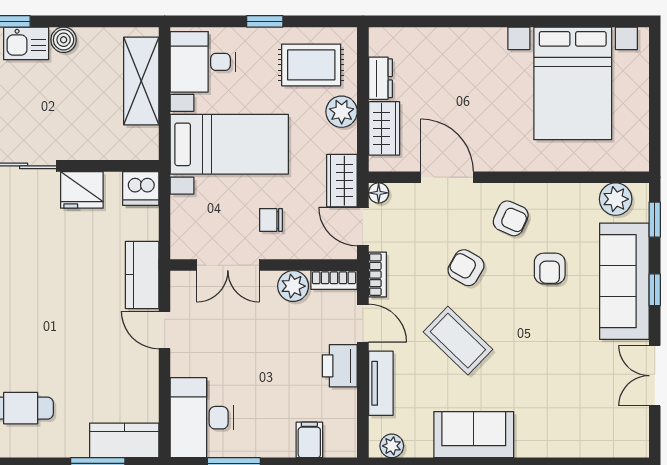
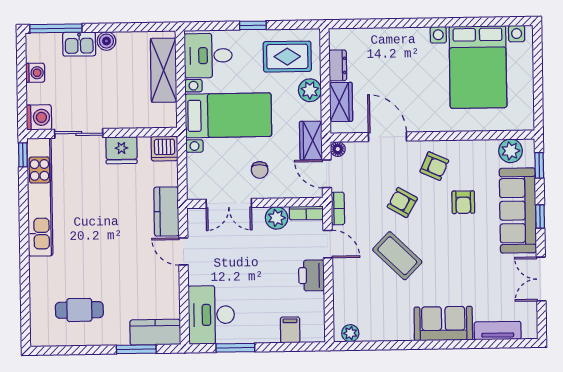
chair: (271, 220) -> (260, 170), turned -90
tv unit: (381, 383) -> (498, 331), moved, turned -90
sofa: (474, 435) -> (443, 324), moved

